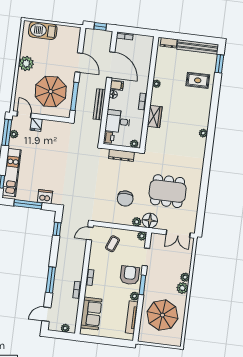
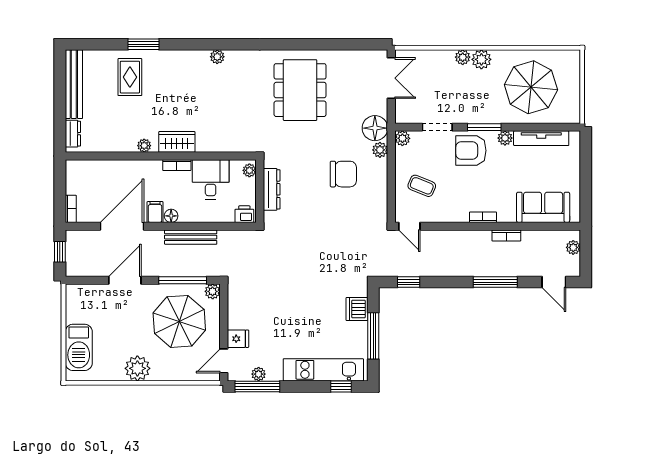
window: (219, 64) -> (143, 44), moved
plant: (66, 113) -> (213, 291), added
wardrobe: (155, 117) -> (177, 142), moved
desk: (118, 121) -> (211, 179), moved, turned 180
dining table: (168, 191) -> (300, 90), moved

